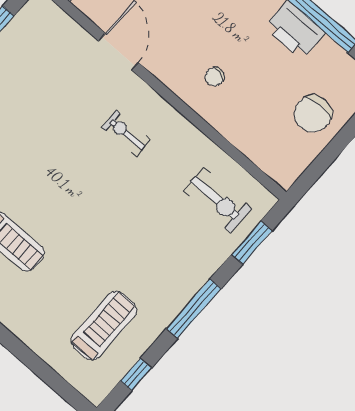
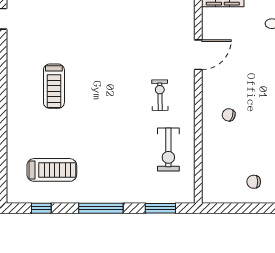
chair: (313, 114) -> (254, 182), width x0.54, depth x0.54
exercise bike: (217, 200) -> (168, 150), moved

